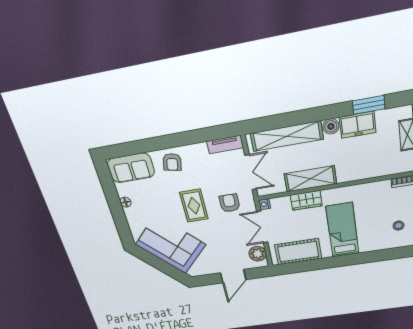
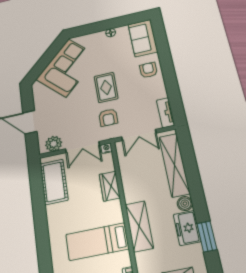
armchair: (172, 162) -> (148, 70), turned 78
shelving: (310, 179) -> (139, 226), moved
armchair: (230, 203) -> (108, 117), turned 90
rug: (194, 206) -> (106, 87), turned 90
double door: (262, 227) -> (82, 147), swing flipped
bed: (342, 230) -> (97, 242), moved, turned 180

